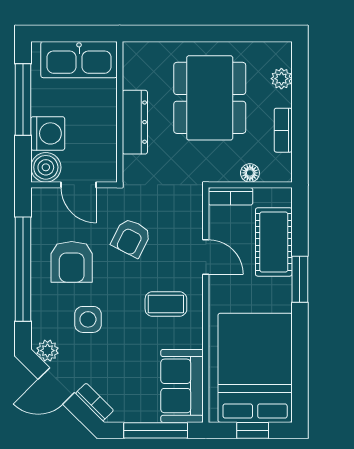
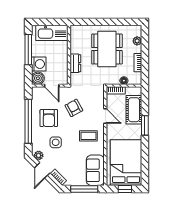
dresser: (135, 122) -> (75, 63), width x0.70
armchair: (131, 238) -> (74, 108), turned 124
door: (56, 386) -> (42, 170), hinge flipped

